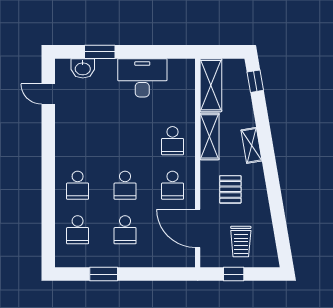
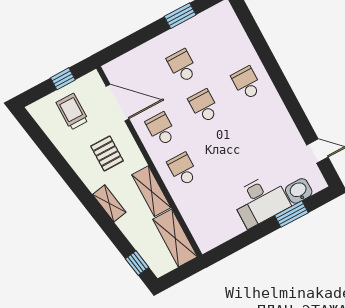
desk: (142, 78) -> (260, 201), moved
school desk: (78, 230) -> (225, 43), removed

